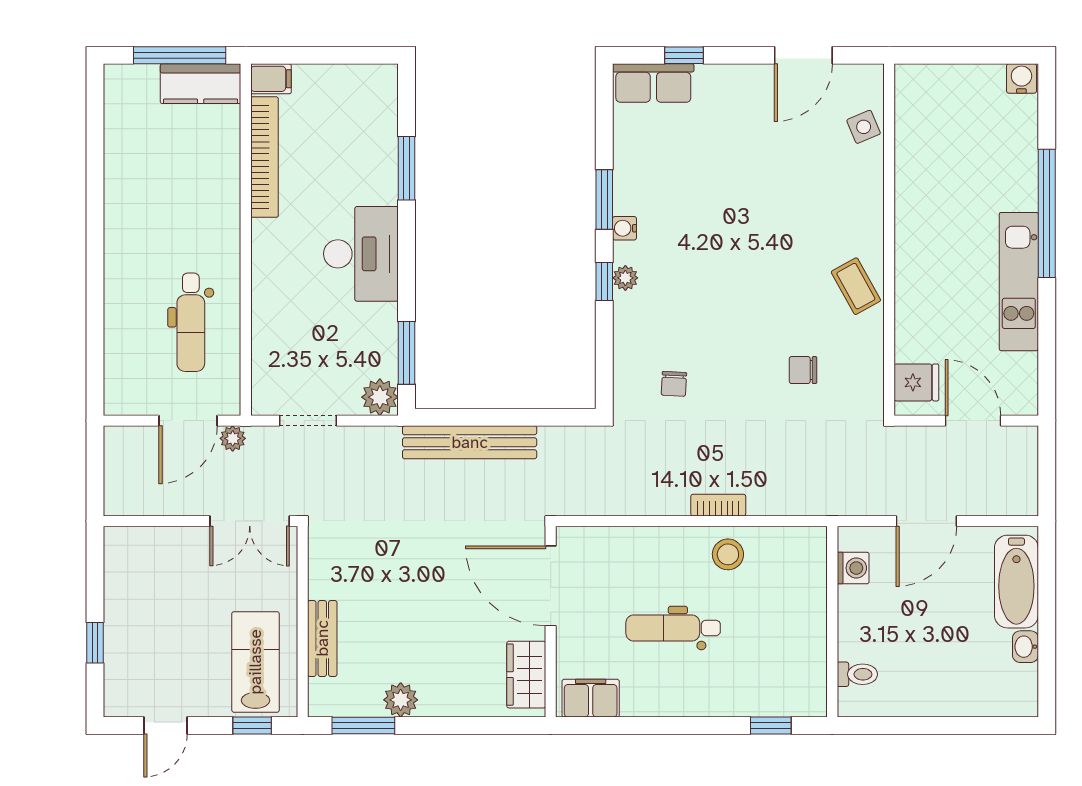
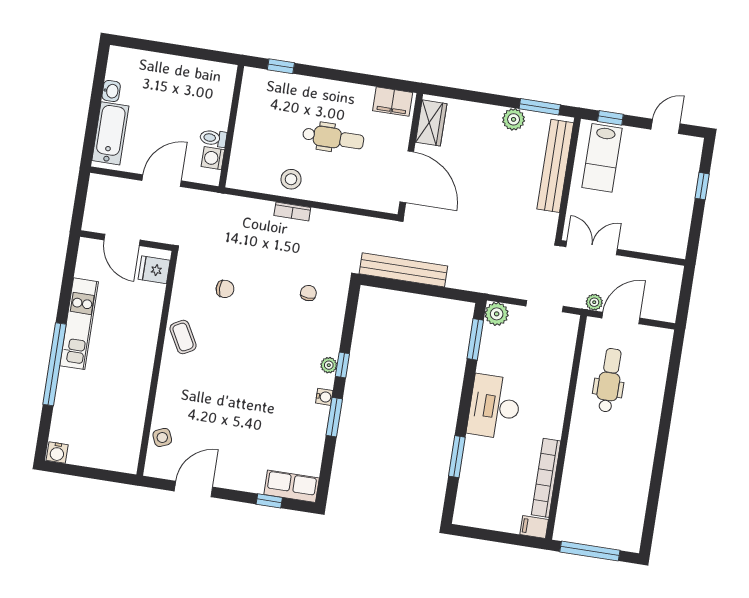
kitchen counter: (201, 84) -> (579, 531), removed
bench: (470, 442) -> (403, 270), moved
bench: (322, 638) -> (555, 166), width x1.86, depth x1.21
toilet: (857, 674) -> (213, 138), moved

